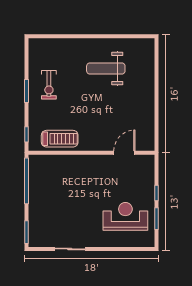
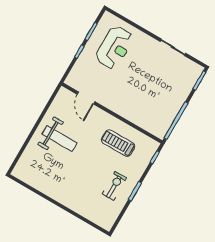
weight bench: (106, 68) -> (60, 139), moved
treadmill: (60, 139) -> (118, 143), moved
door: (124, 153) -> (86, 98), hinge flipped
reception desk: (125, 216) -> (114, 48), turned -90

